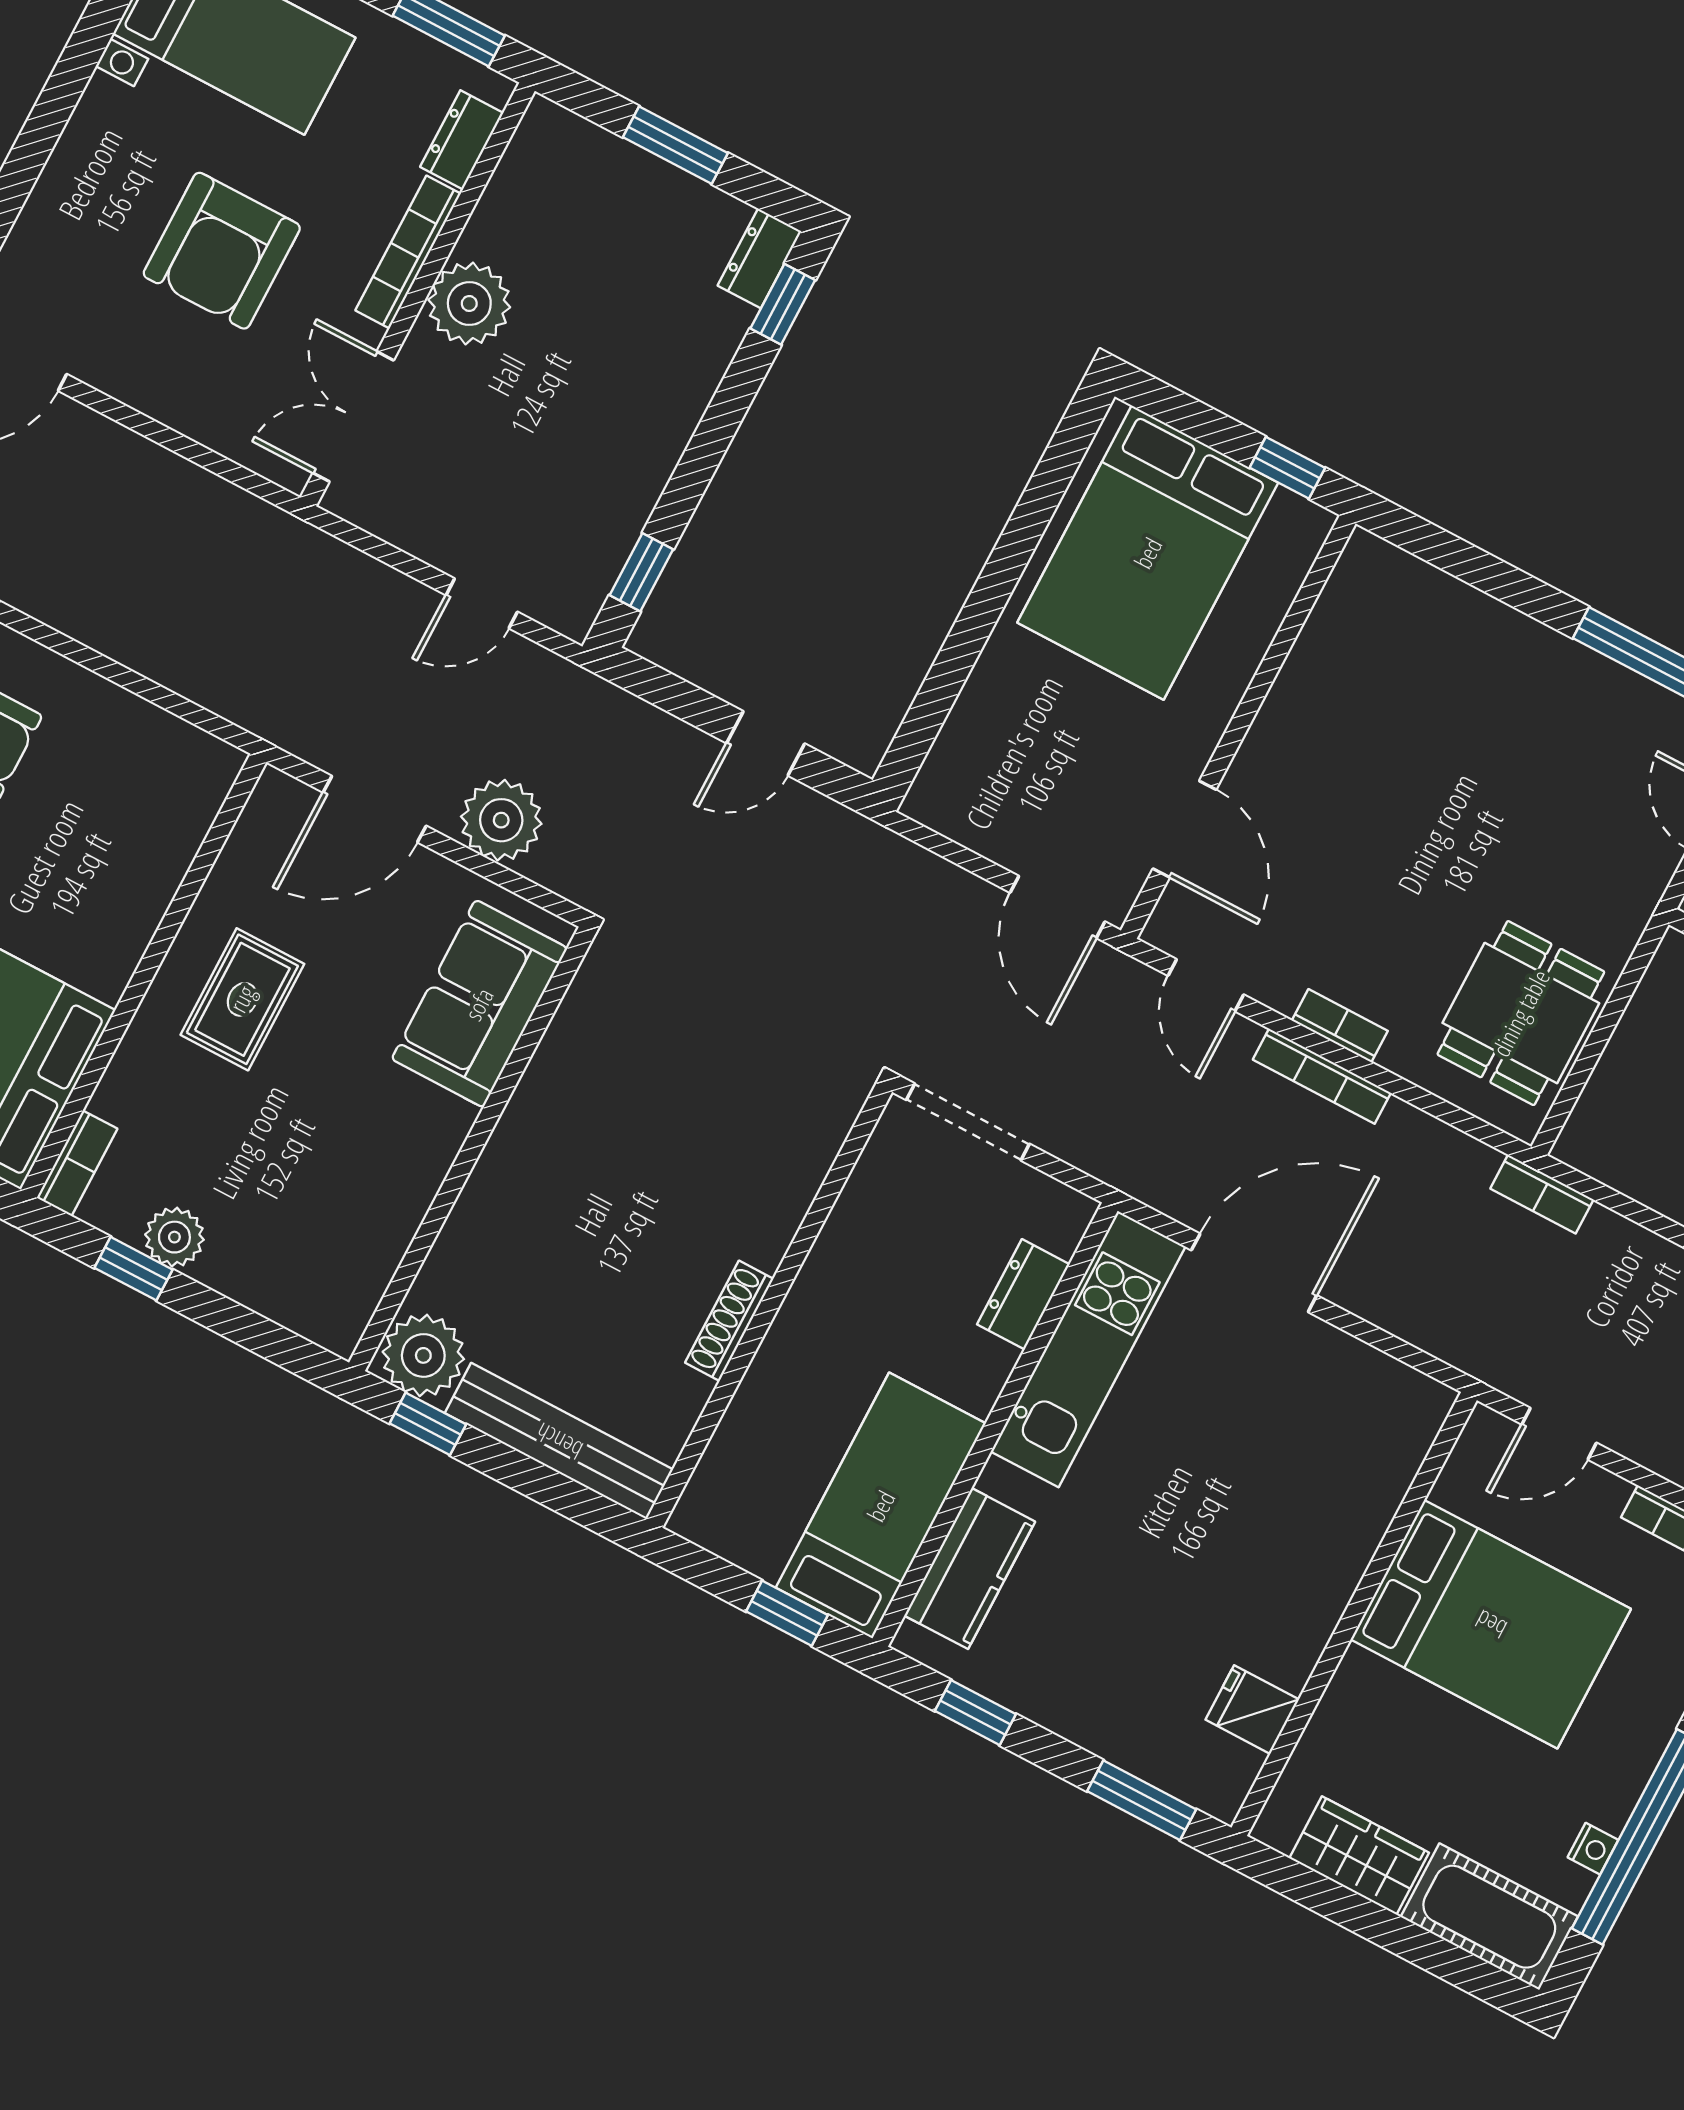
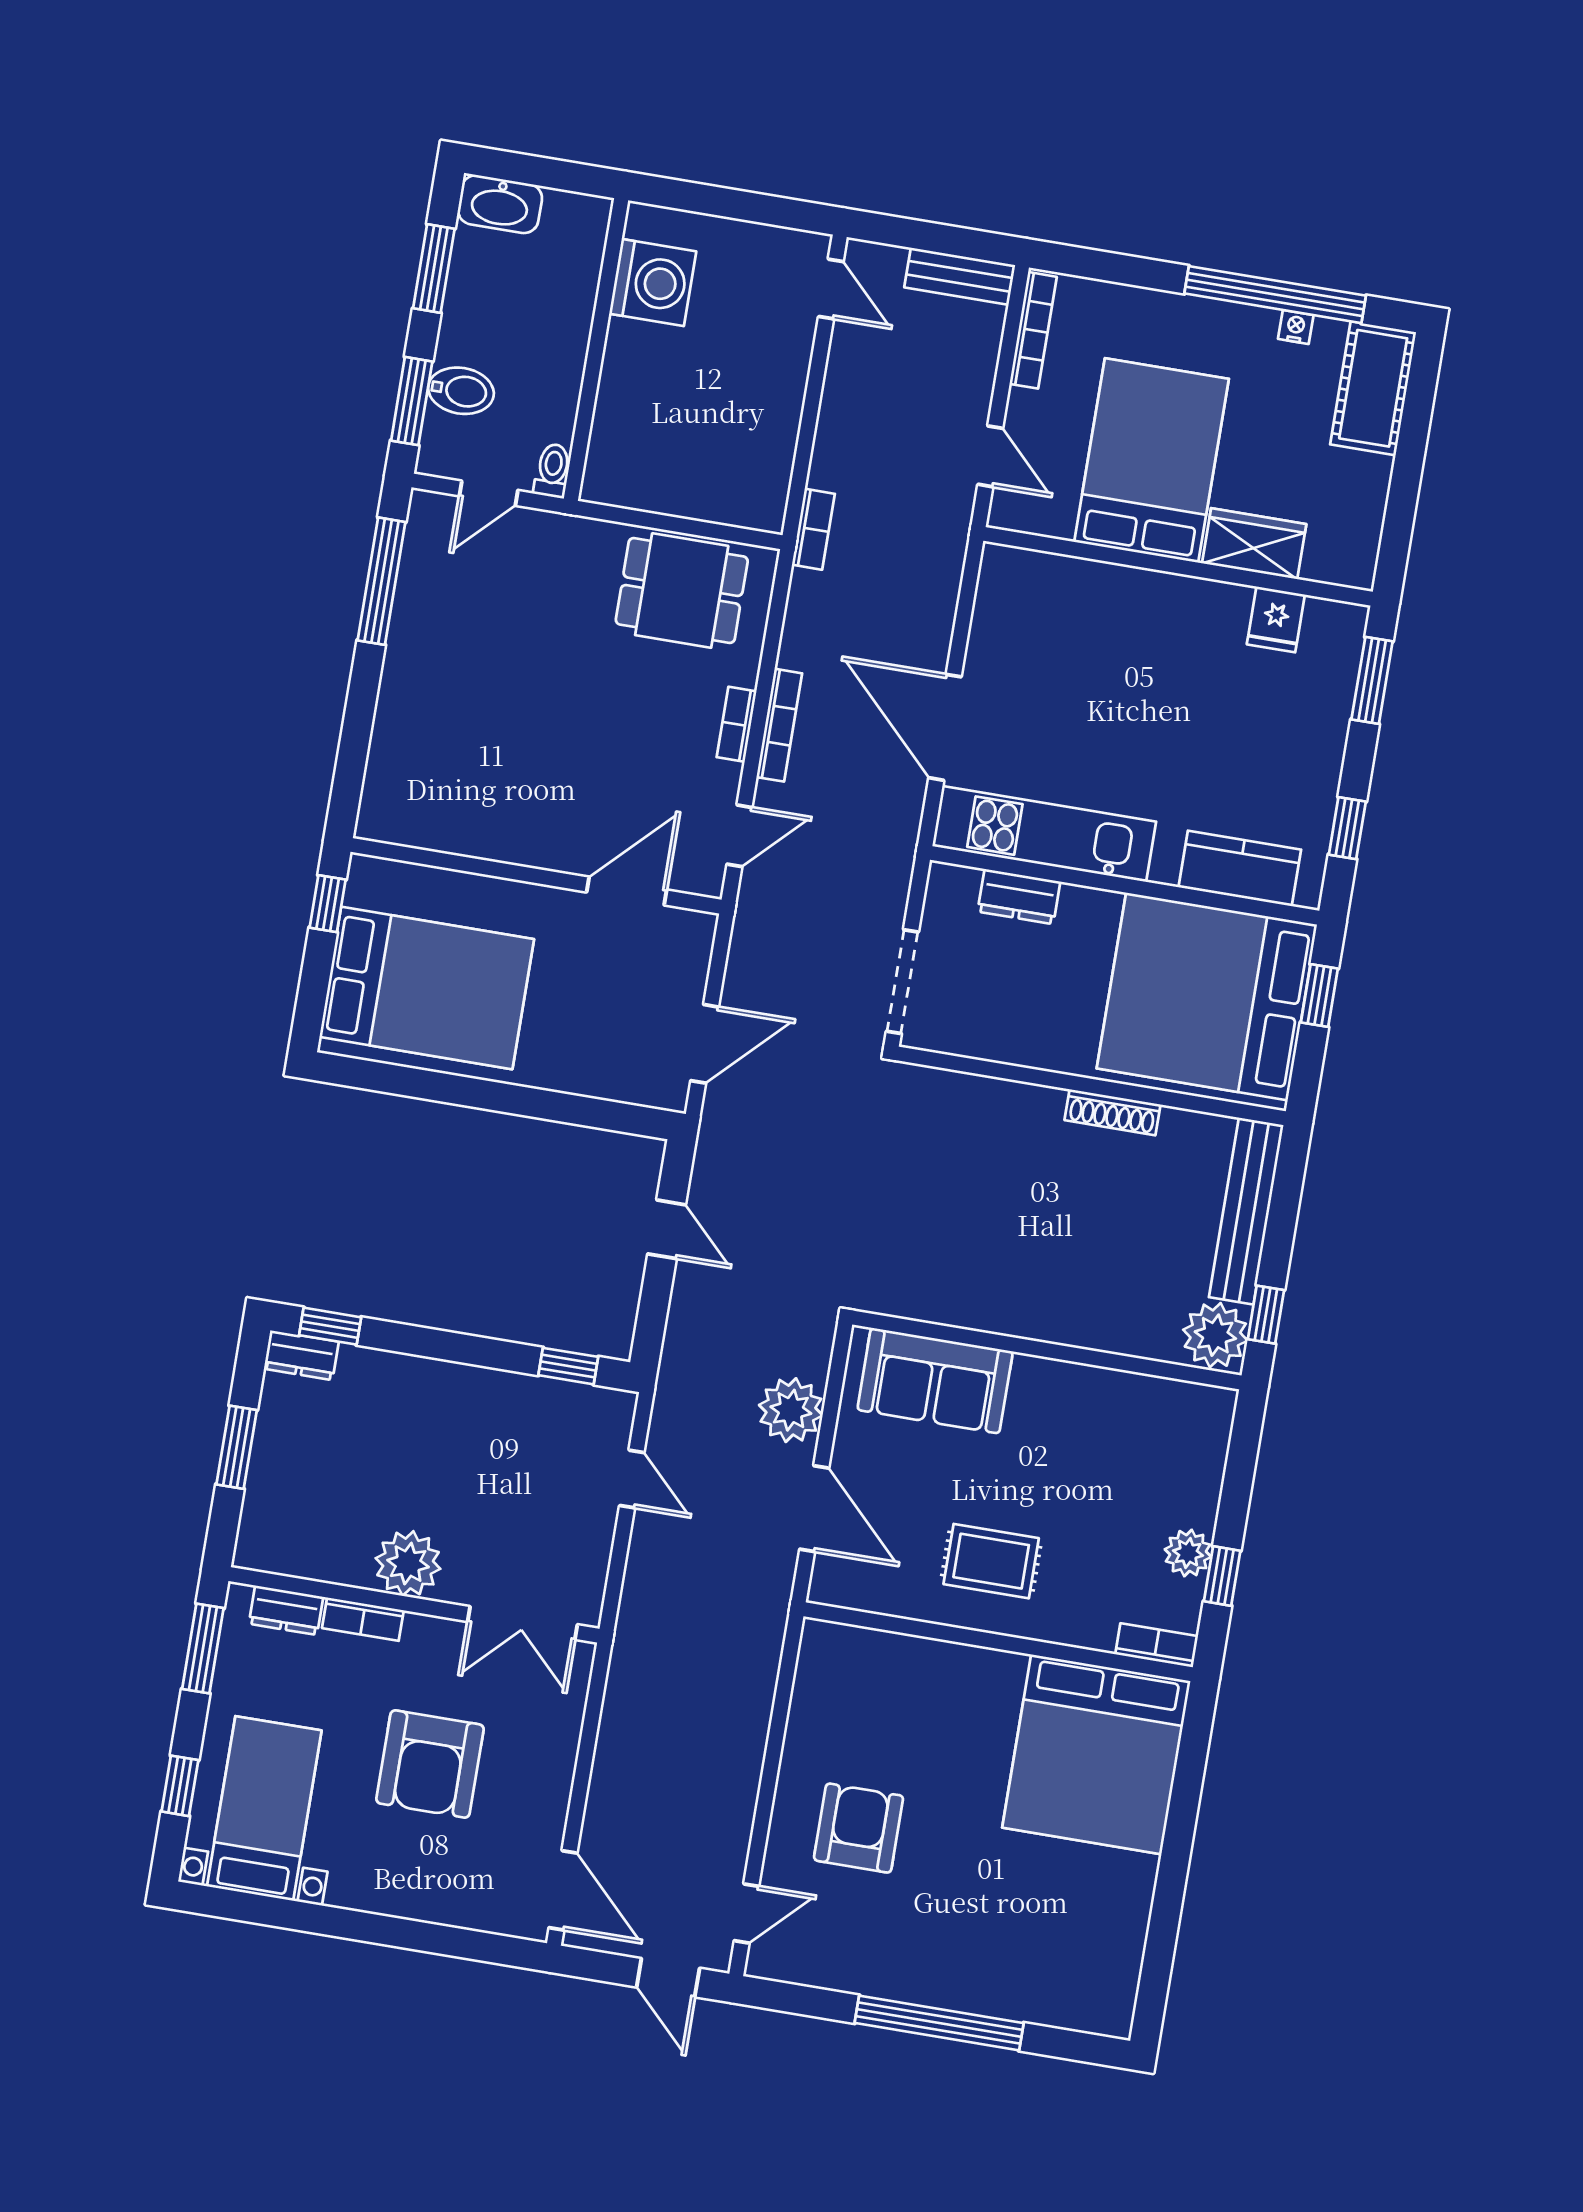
armchair: (222, 251) -> (430, 1764), turned 90
bookcase: (408, 252) -> (363, 1619), width x0.64
door: (1058, 907) -> (705, 1044), moved
bed: (881, 1506) -> (1207, 996), width x2.04
wardrobe: (1359, 1855) -> (1254, 544), moved, turned 90

